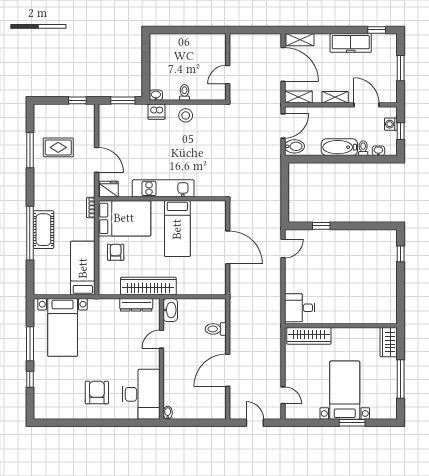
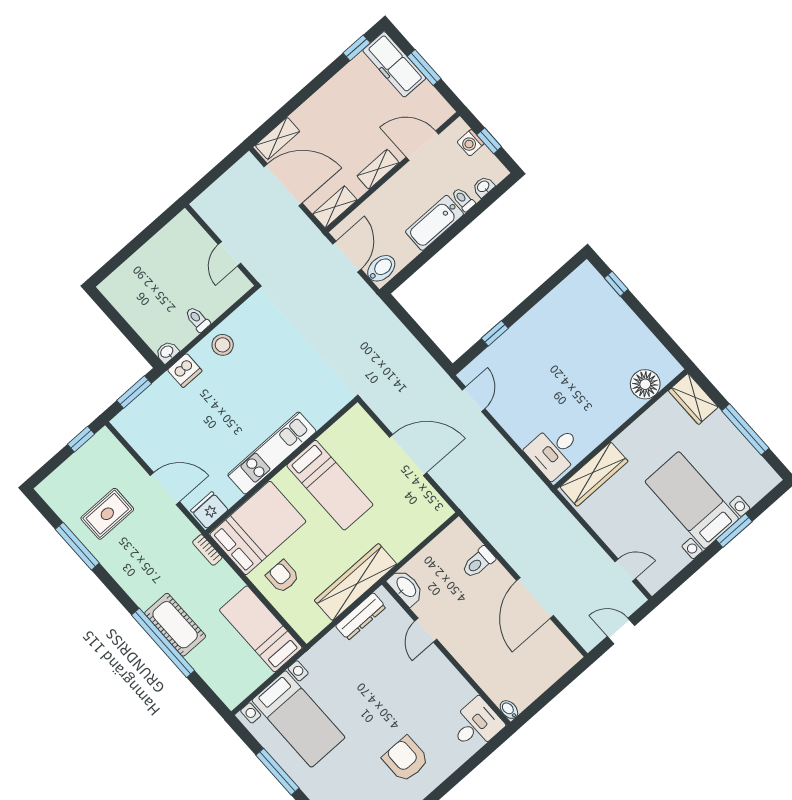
freezer: (351, 43) -> (394, 64), moved, turned 90
floor lamp: (372, 315) -> (645, 384), added
desk: (141, 394) -> (476, 725), width x0.53, depth x0.77

